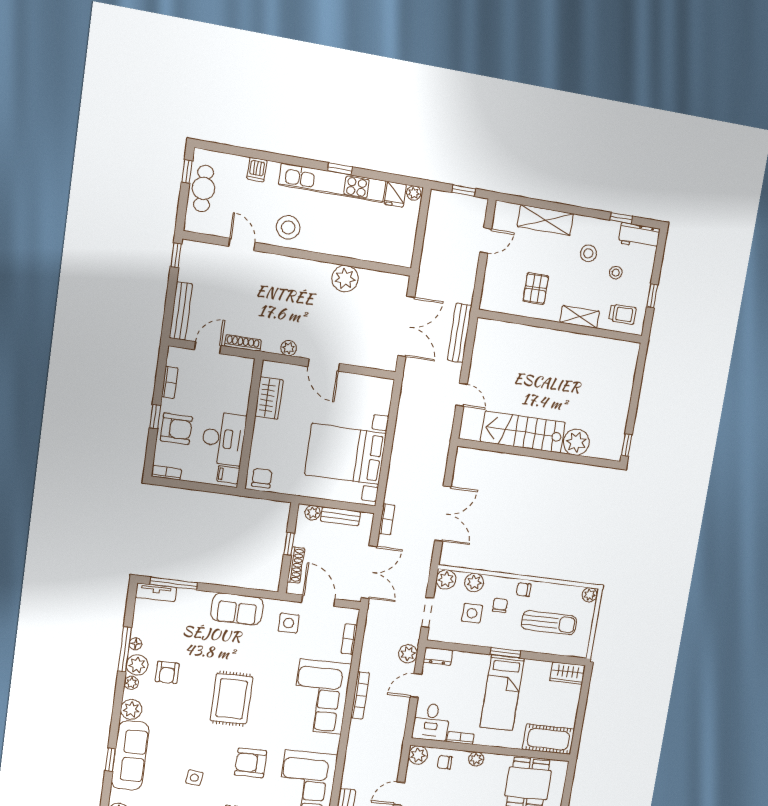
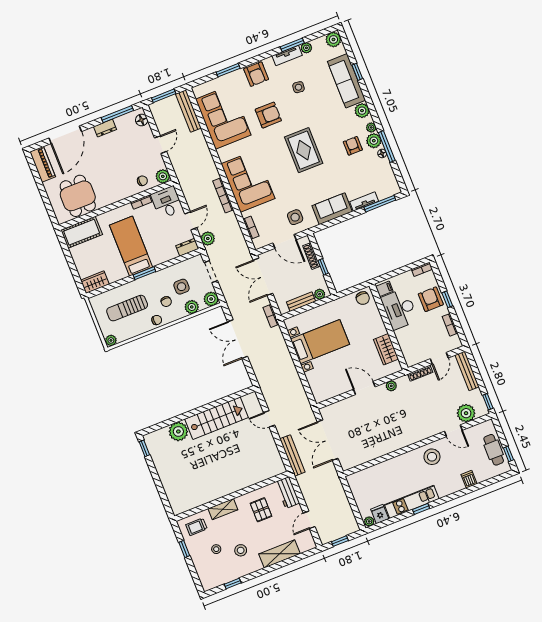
kitchen unit: (333, 183) -> (412, 502), width x0.73
workbench: (639, 236) -> (287, 493), moved, turned -90
plant: (345, 279) -> (466, 413), moved
armchair: (176, 429) -> (431, 299), turned 90
bed with nightstands: (346, 454) -> (320, 342), width x0.73
tv unit: (156, 592) -> (364, 202), moved
plant: (476, 759) -> (123, 194), removed

